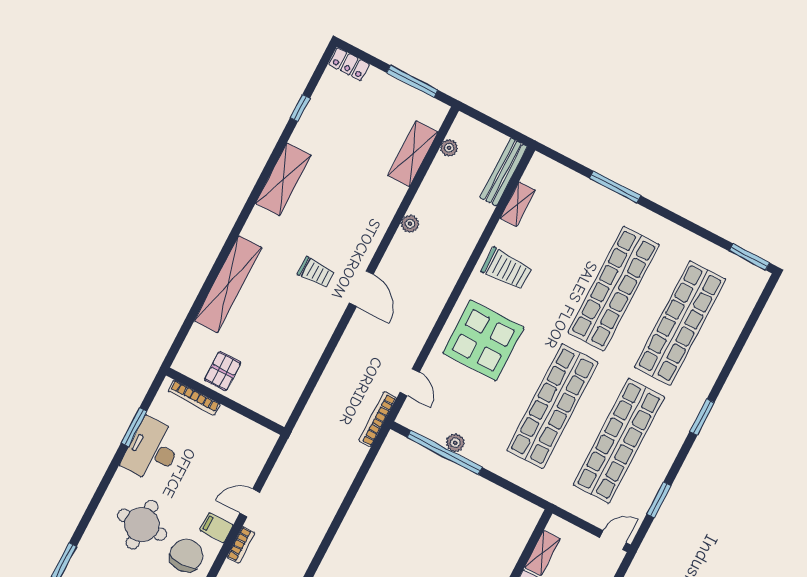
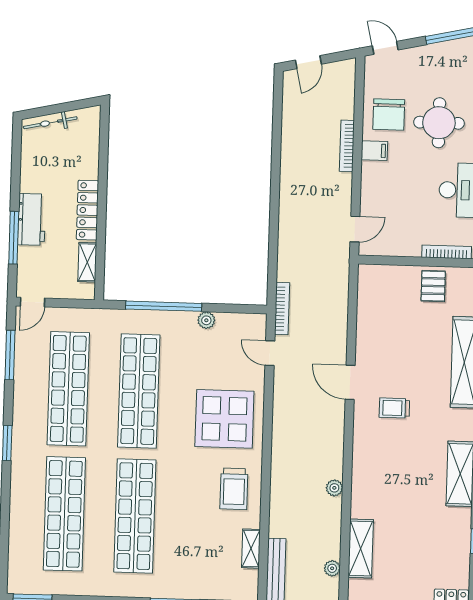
trolley: (506, 269) -> (234, 489), turned -90
door: (361, 289) -> (350, 382), moved
window: (445, 452) -> (164, 306), moved
window: (659, 500) -> (10, 355), width x1.44
door: (250, 503) -> (355, 229), moved
bookcase: (241, 545) -> (347, 146), width x1.56

